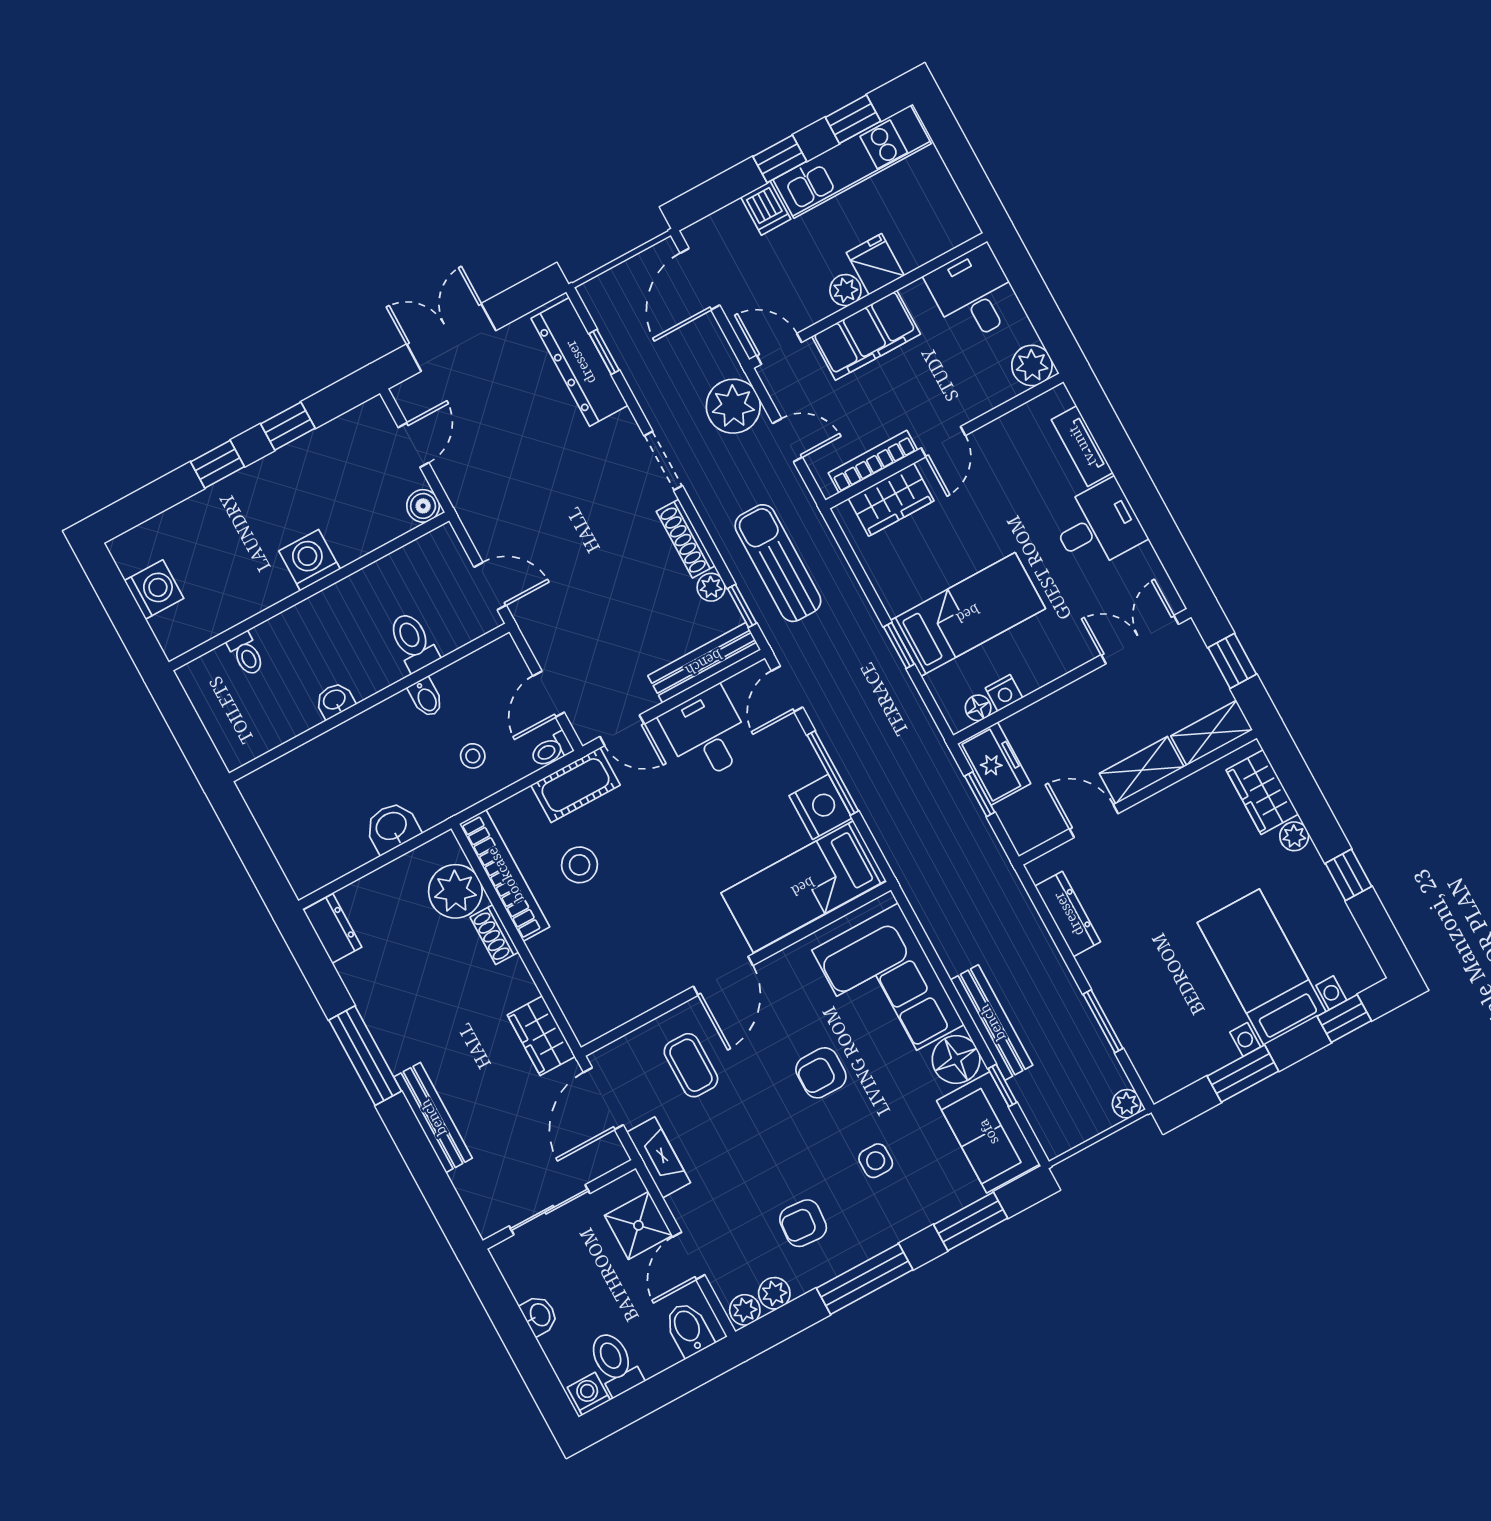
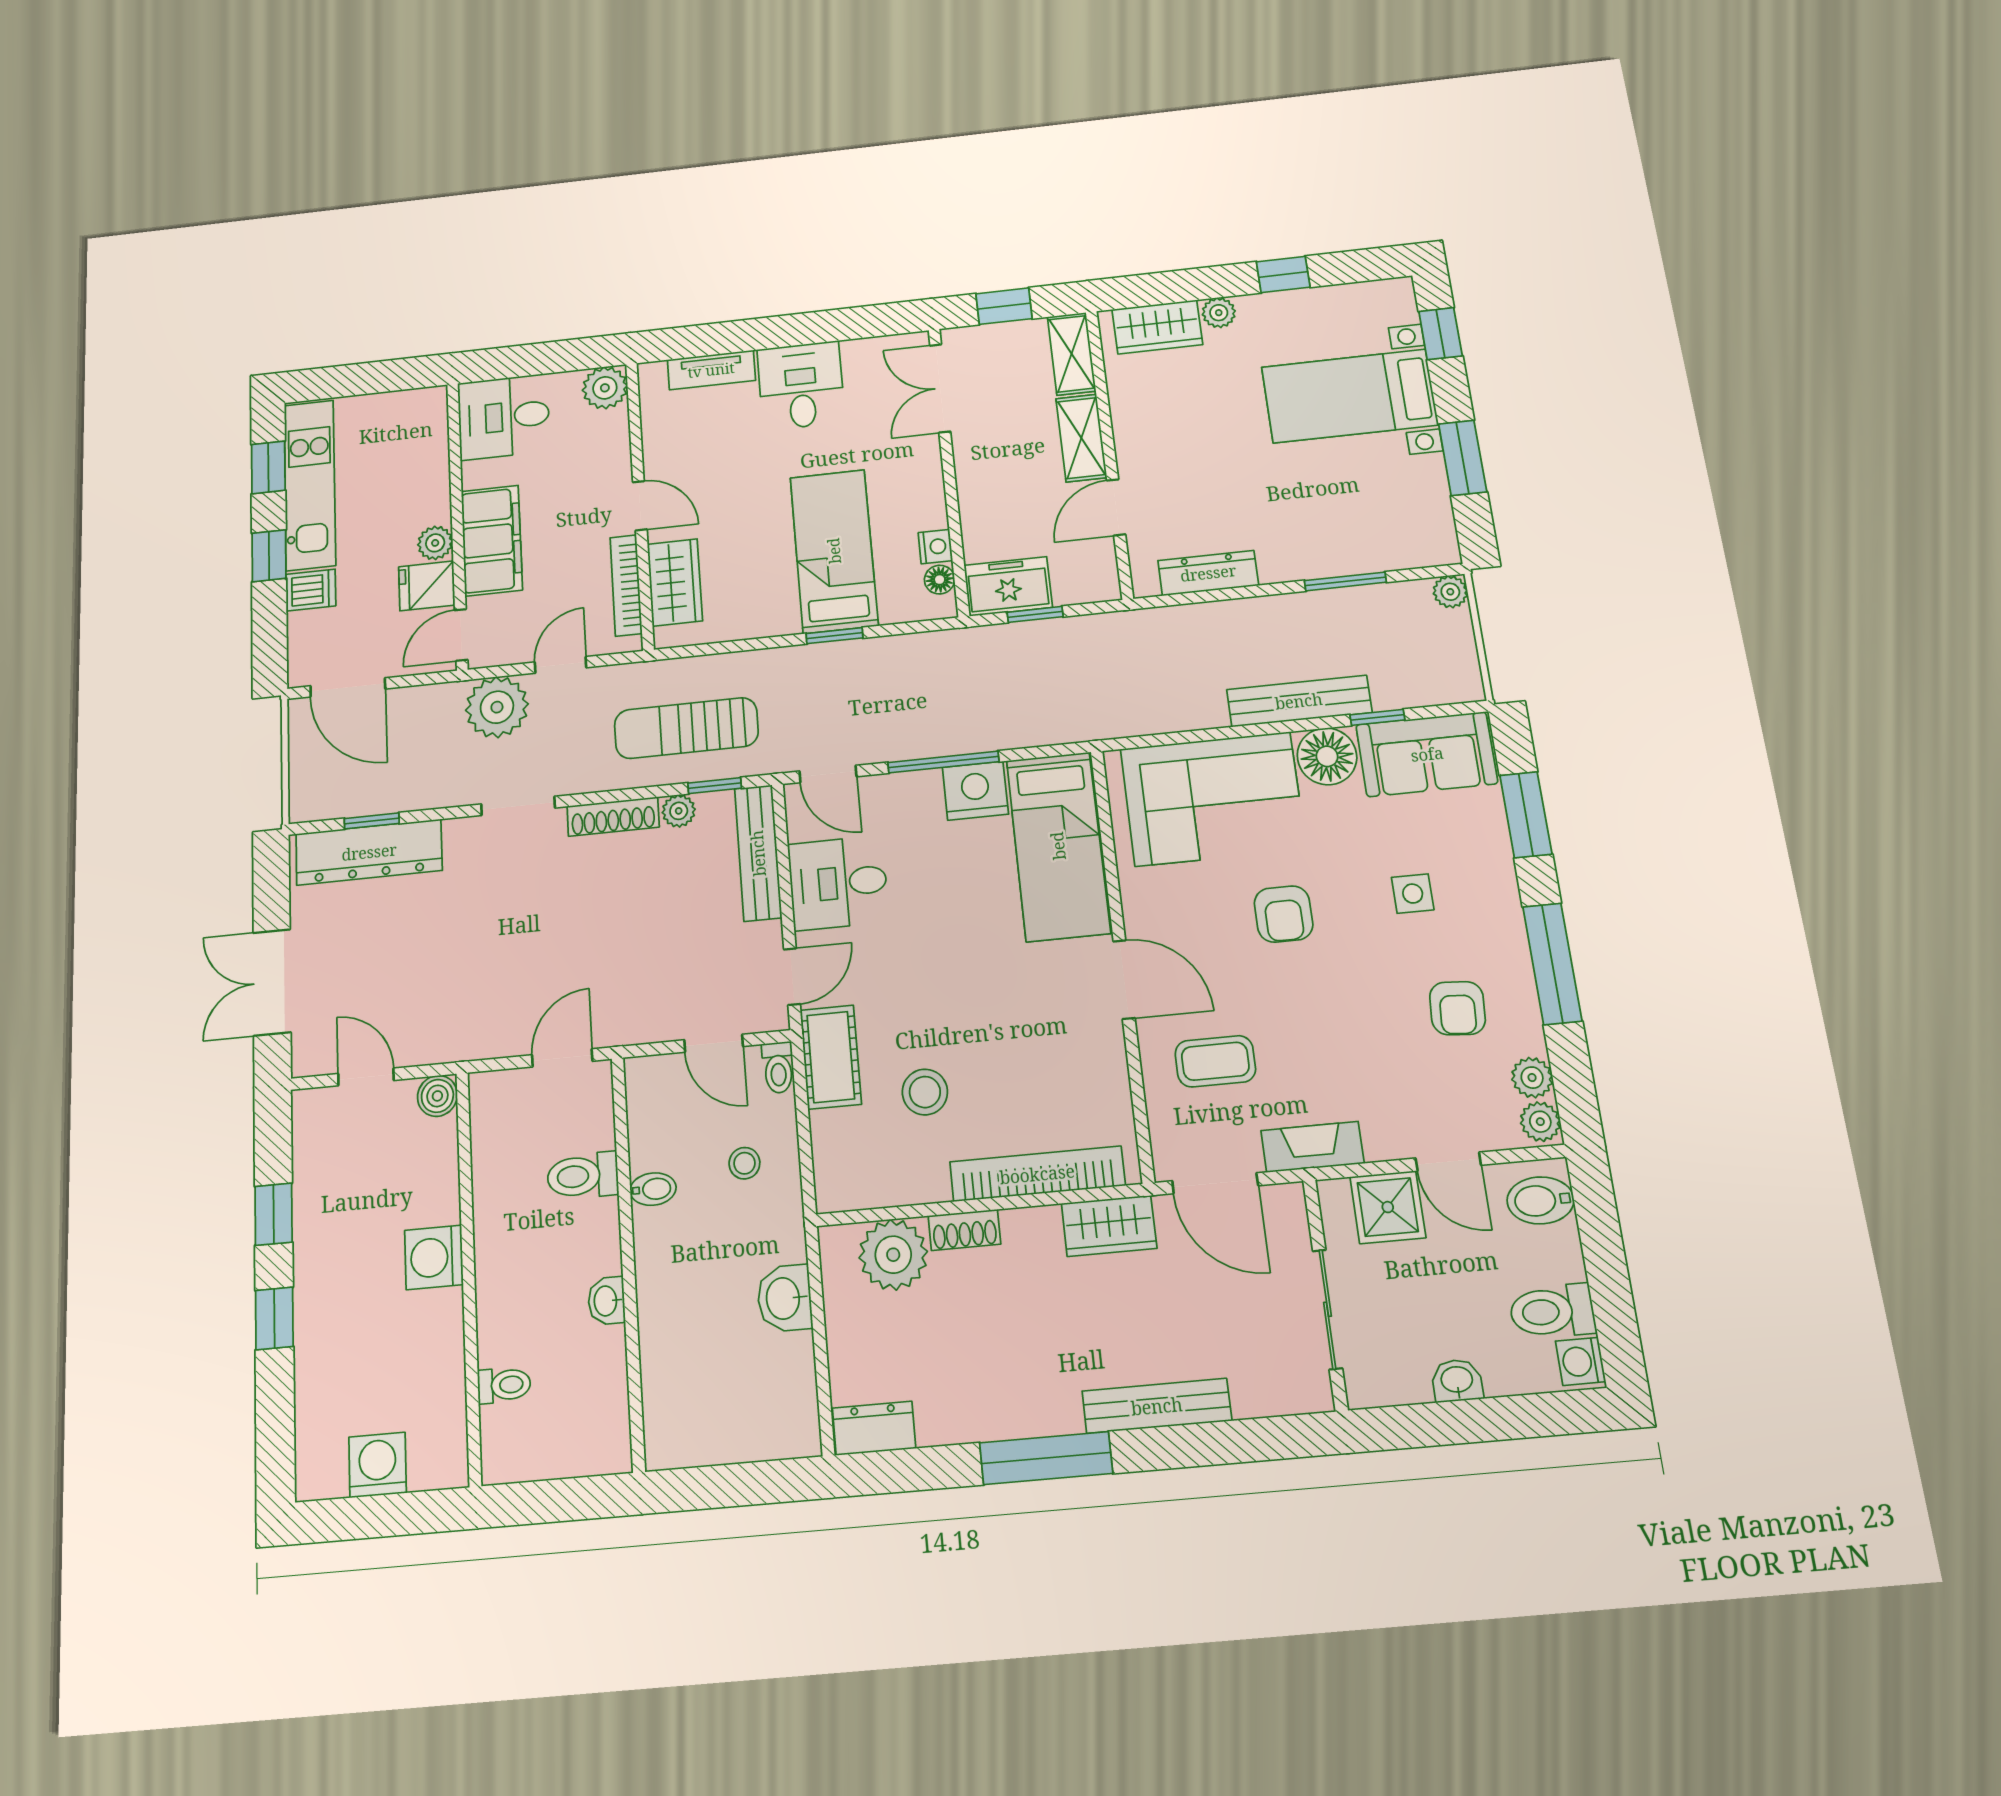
fridge: (875, 264) -> (427, 586), moved
bookcase: (505, 875) -> (1037, 1174), moved

